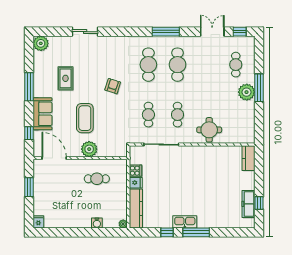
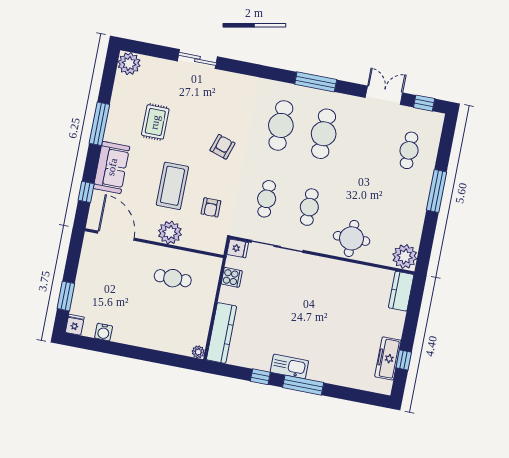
plant: (247, 92) -> (405, 256), moved
armchair: (113, 127) -> (211, 207), added
fridge: (136, 183) -> (238, 248), moved
window: (29, 187) -> (66, 296), moved
water cooler: (97, 223) -> (104, 332), moved

